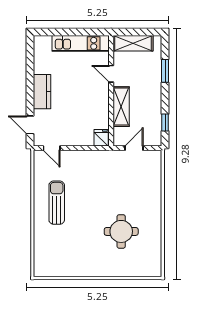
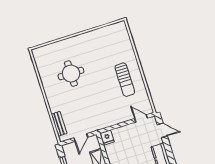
bench: (156, 174) -> (59, 124), added

